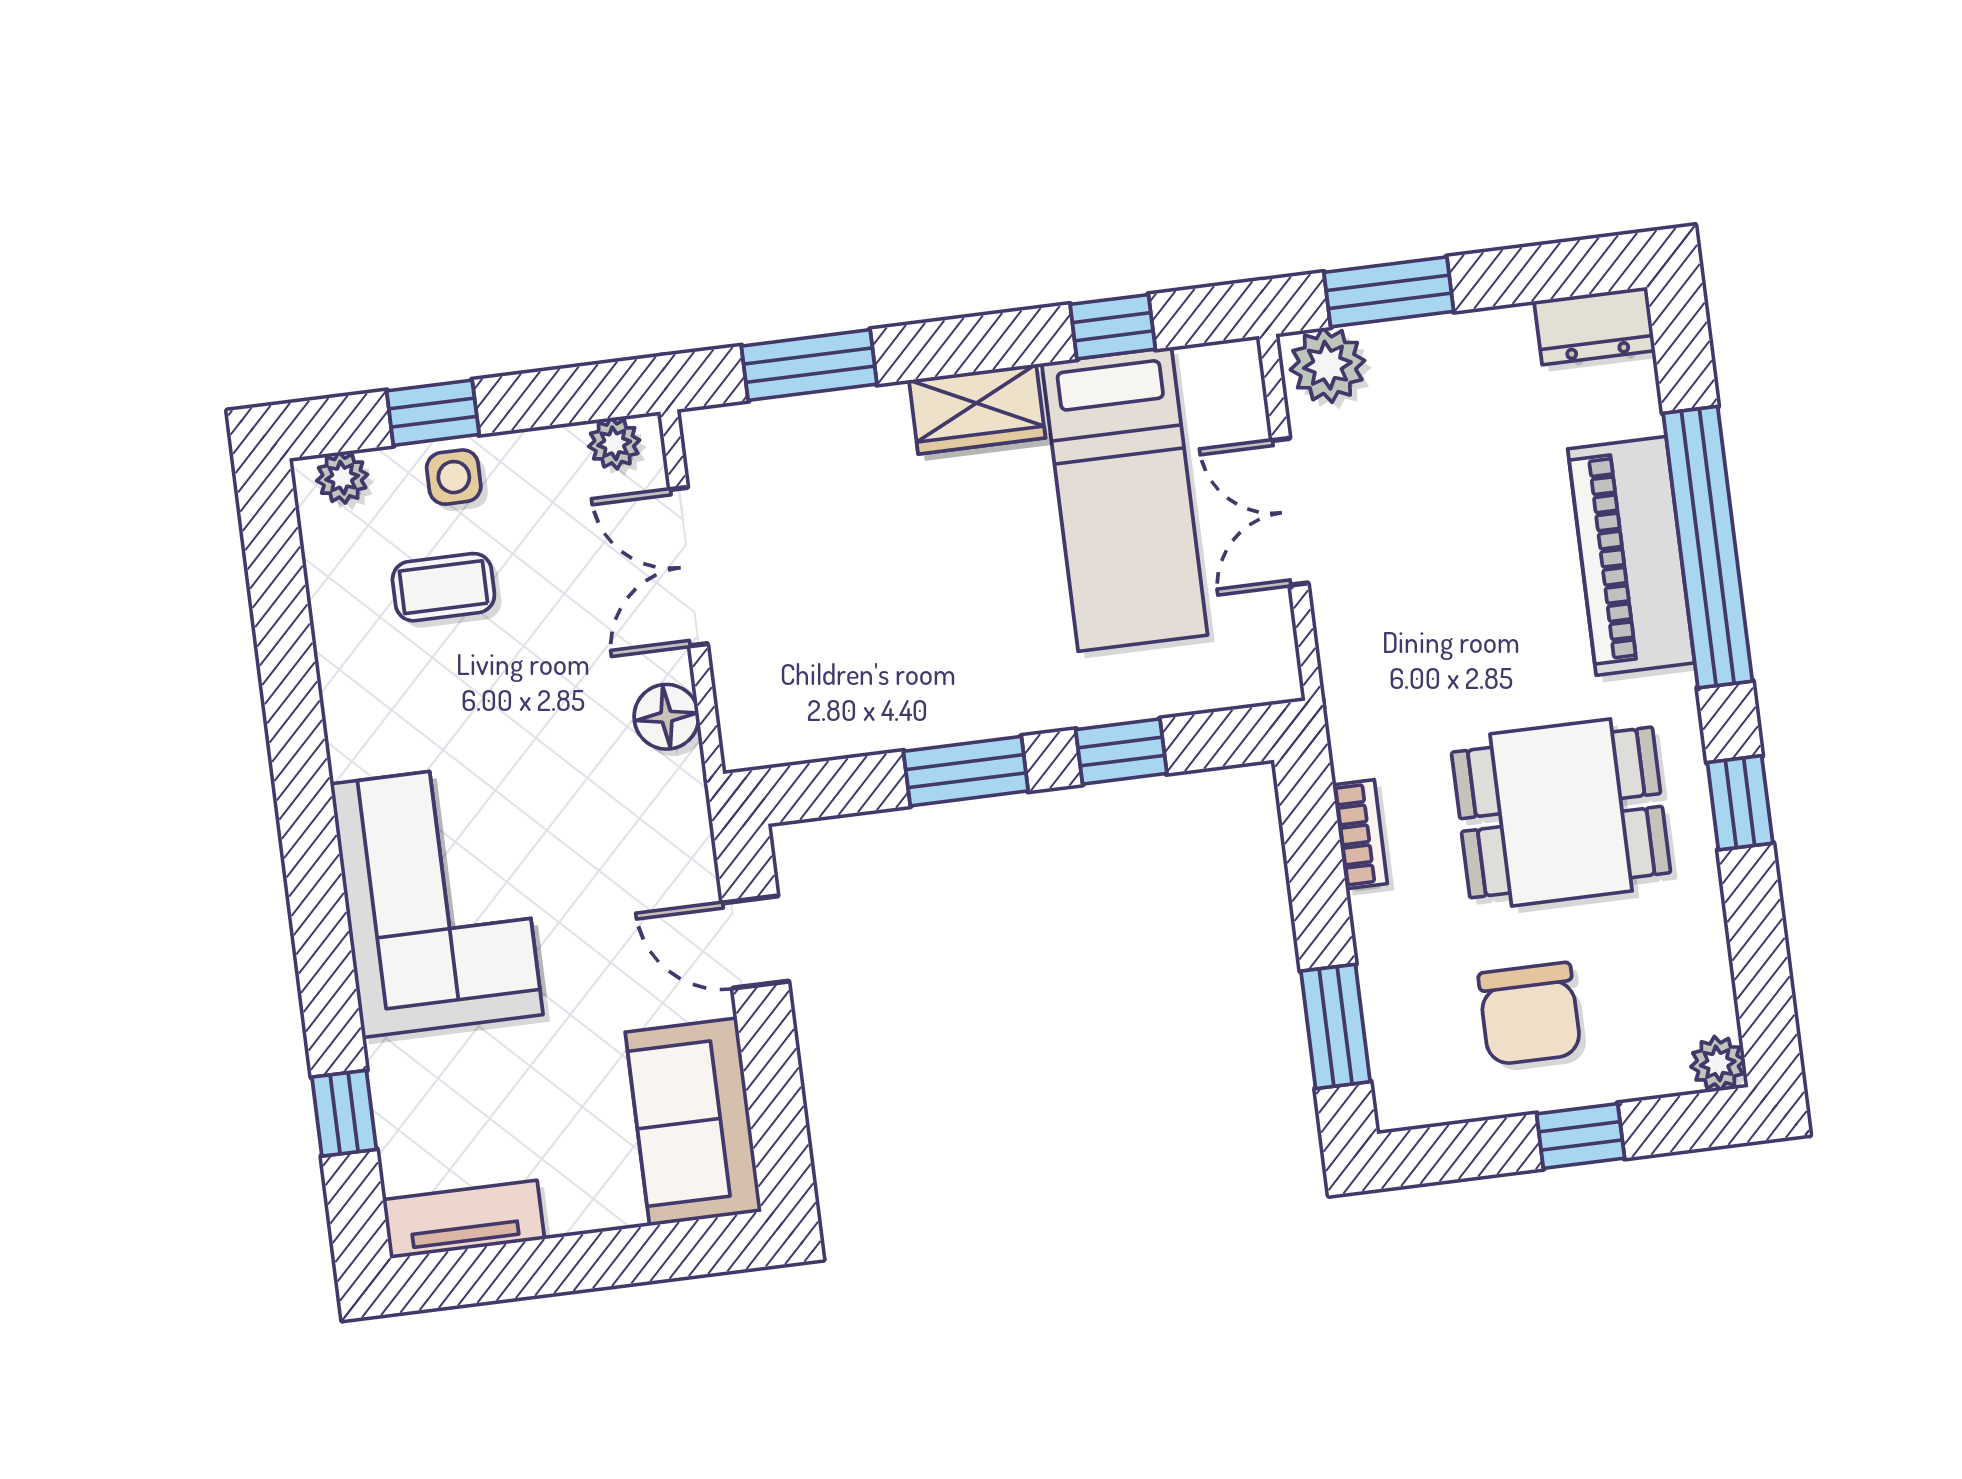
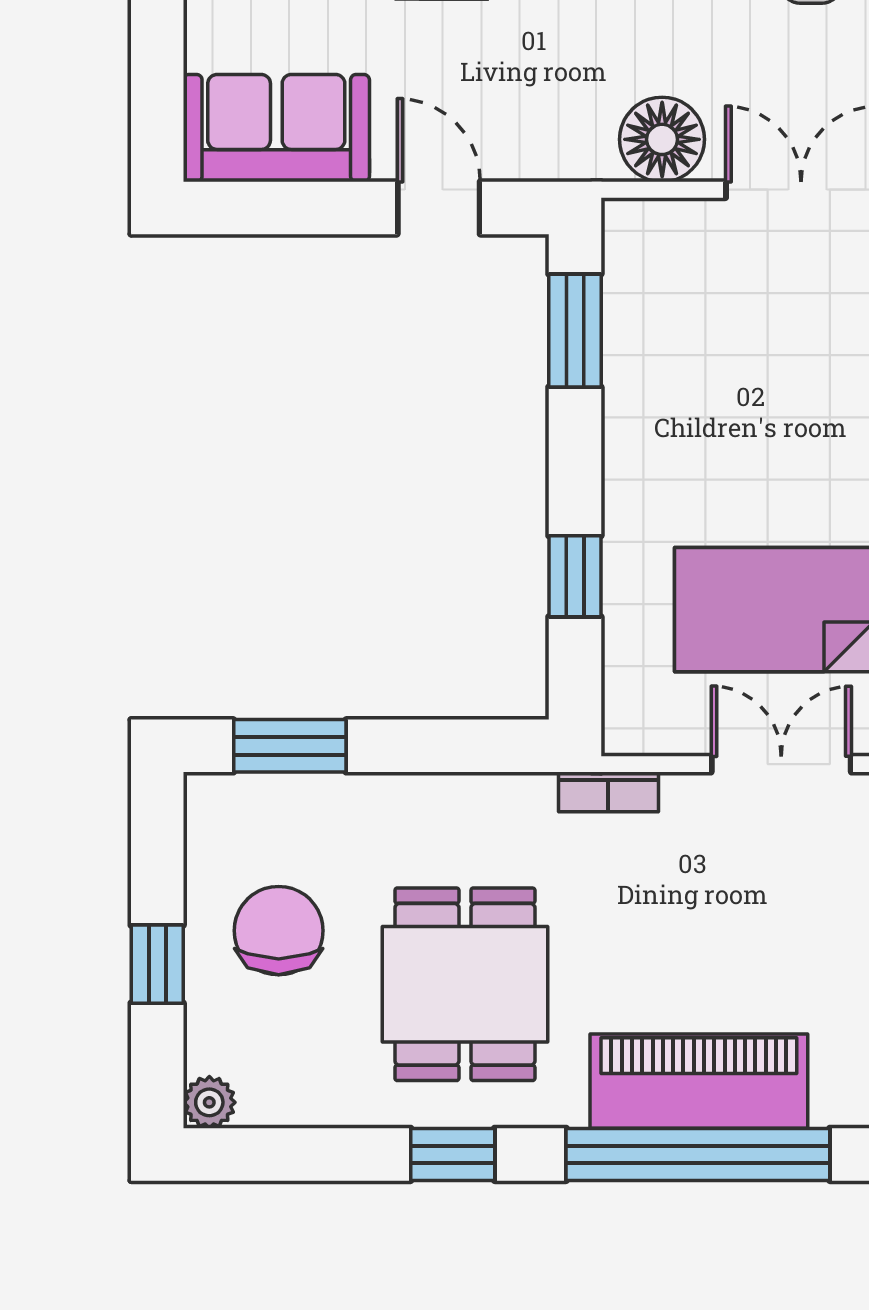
floor lamp: (666, 717) -> (662, 139), width x1.38, depth x1.38
window: (966, 771) -> (575, 331), moved
bookcase: (1360, 834) -> (608, 792), moved
door: (755, 942) -> (439, 208), hinge flipped
chair: (1530, 1014) -> (279, 931), turned 90

